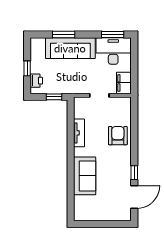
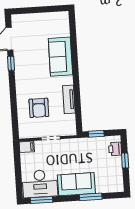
sofa: (70, 48) -> (76, 184), width x0.73
filing cabinet: (124, 83) -> (27, 147), width x0.50
armchair: (118, 136) -> (39, 108), moved

